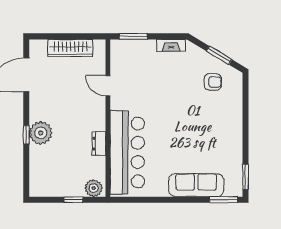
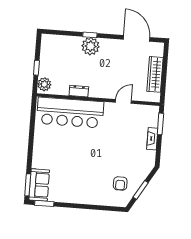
fireplace: (171, 45) -> (152, 139), moved
sofa: (196, 185) -> (39, 185), moved, width x0.73

